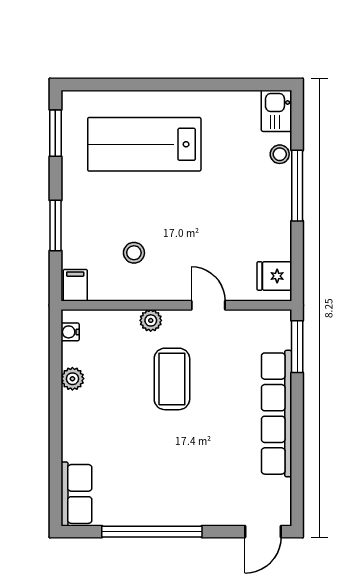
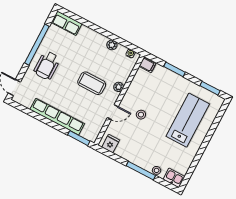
stool: (134, 253) -> (141, 115), moved
wheelchair: (183, 489) -> (47, 65), added

